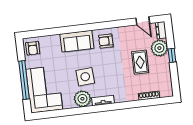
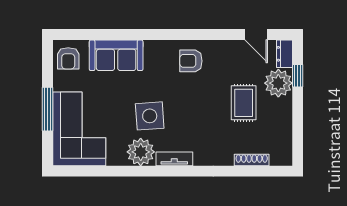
sofa: (77, 41) -> (116, 55), moved
window: (172, 55) -> (298, 76), moved
window: (24, 80) -> (47, 109), width x0.68

